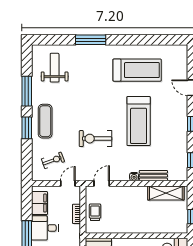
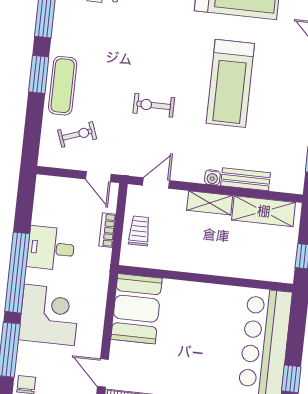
exercise mat: (45, 121) -> (63, 86), moved
exercise bike: (95, 139) -> (154, 105), width x0.73, depth x0.72
door: (68, 183) -> (98, 177), swing flipped
shelving: (134, 192) -> (210, 203), added
filing cabinet: (40, 203) -> (46, 205), removed

